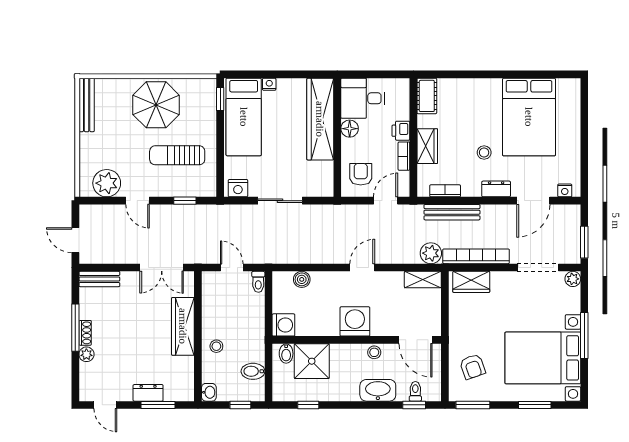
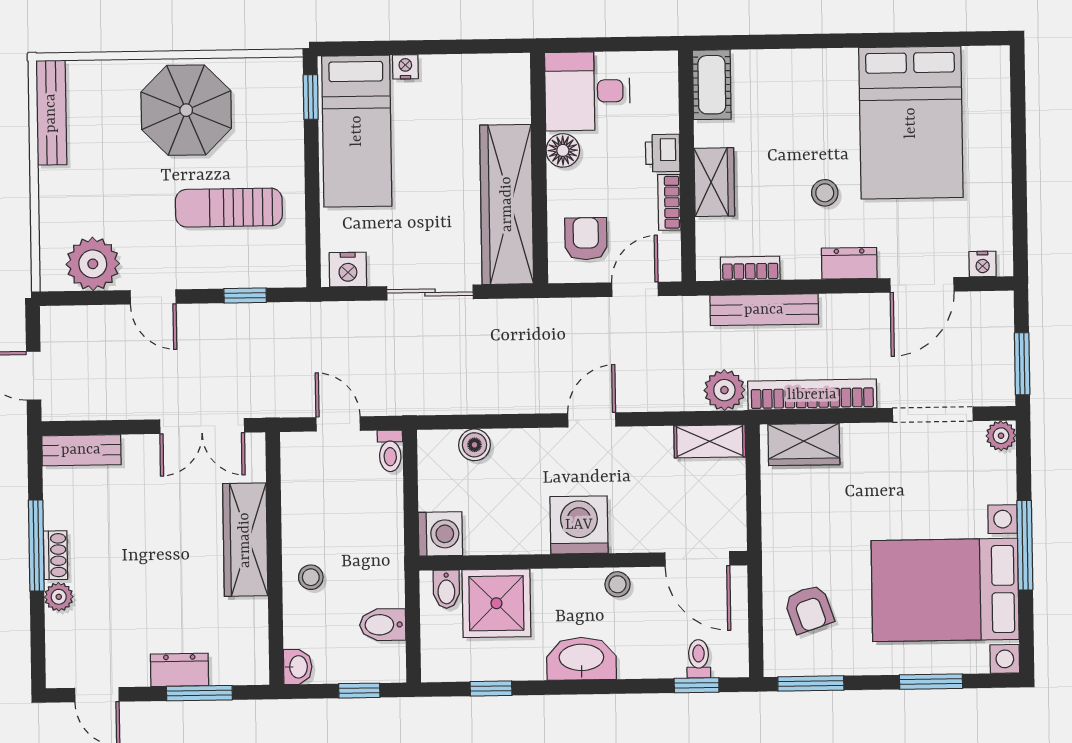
wardrobe: (320, 119) -> (507, 204), moved
washbasin: (378, 390) -> (581, 659), moved

